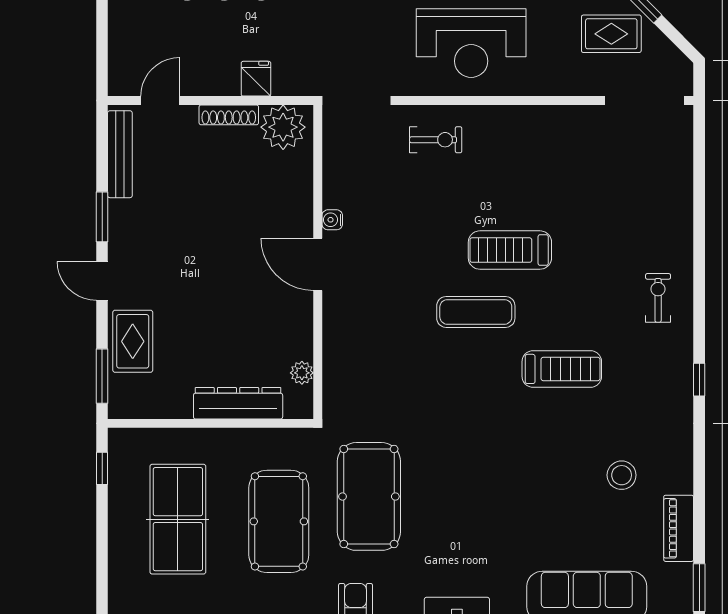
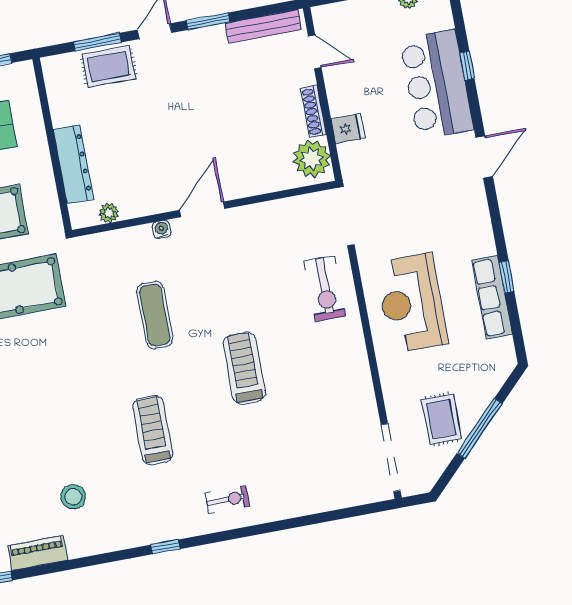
exercise bike: (436, 140) -> (325, 289), width x1.38, depth x1.39
water cooler: (332, 220) -> (162, 229), moved
exercise mat: (476, 312) -> (155, 315), moved
treadmill: (562, 369) -> (153, 430), turned 180
window: (102, 376) -> (97, 42), moved

